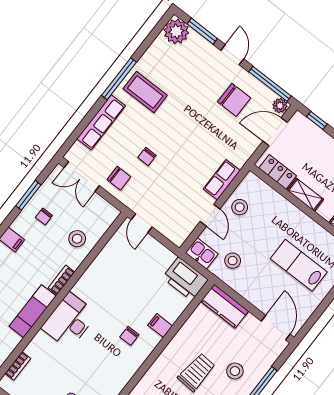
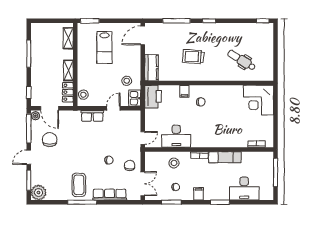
stool: (240, 207) -> (83, 95), moved
desk: (69, 321) -> (176, 136), moved
stool: (235, 371) -> (178, 39), removed

